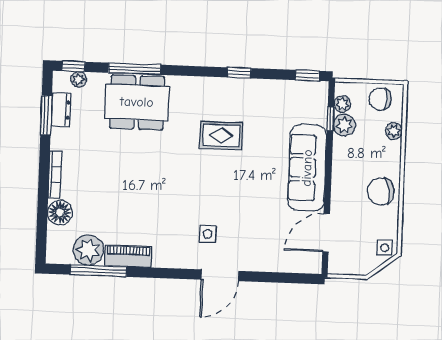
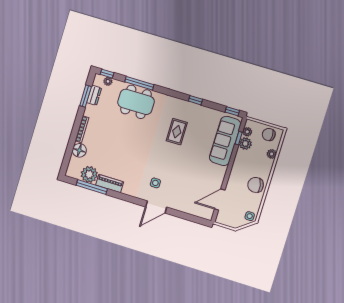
rug: (221, 135) -> (177, 132), turned 90
sofa: (307, 168) -> (225, 141), moved

